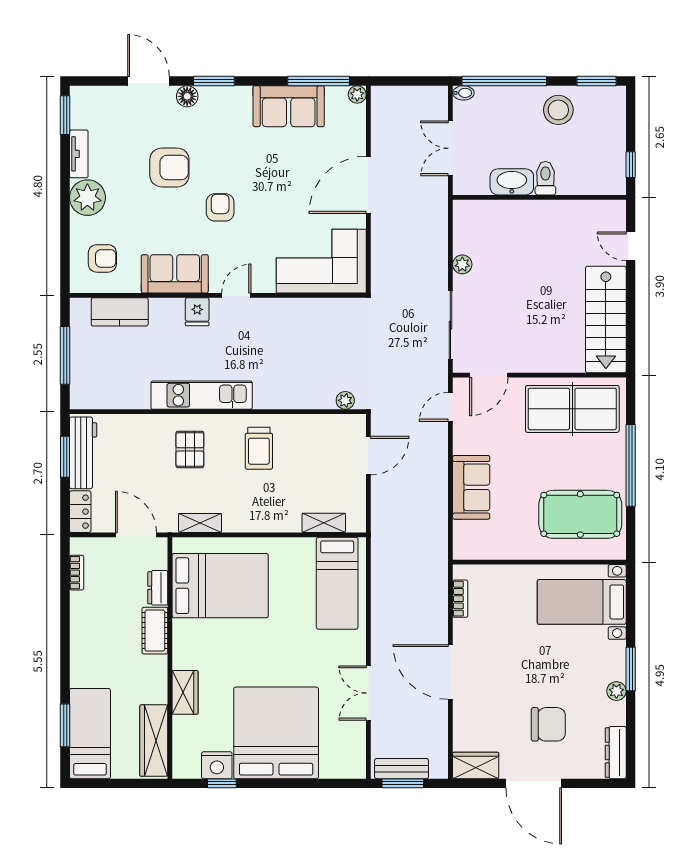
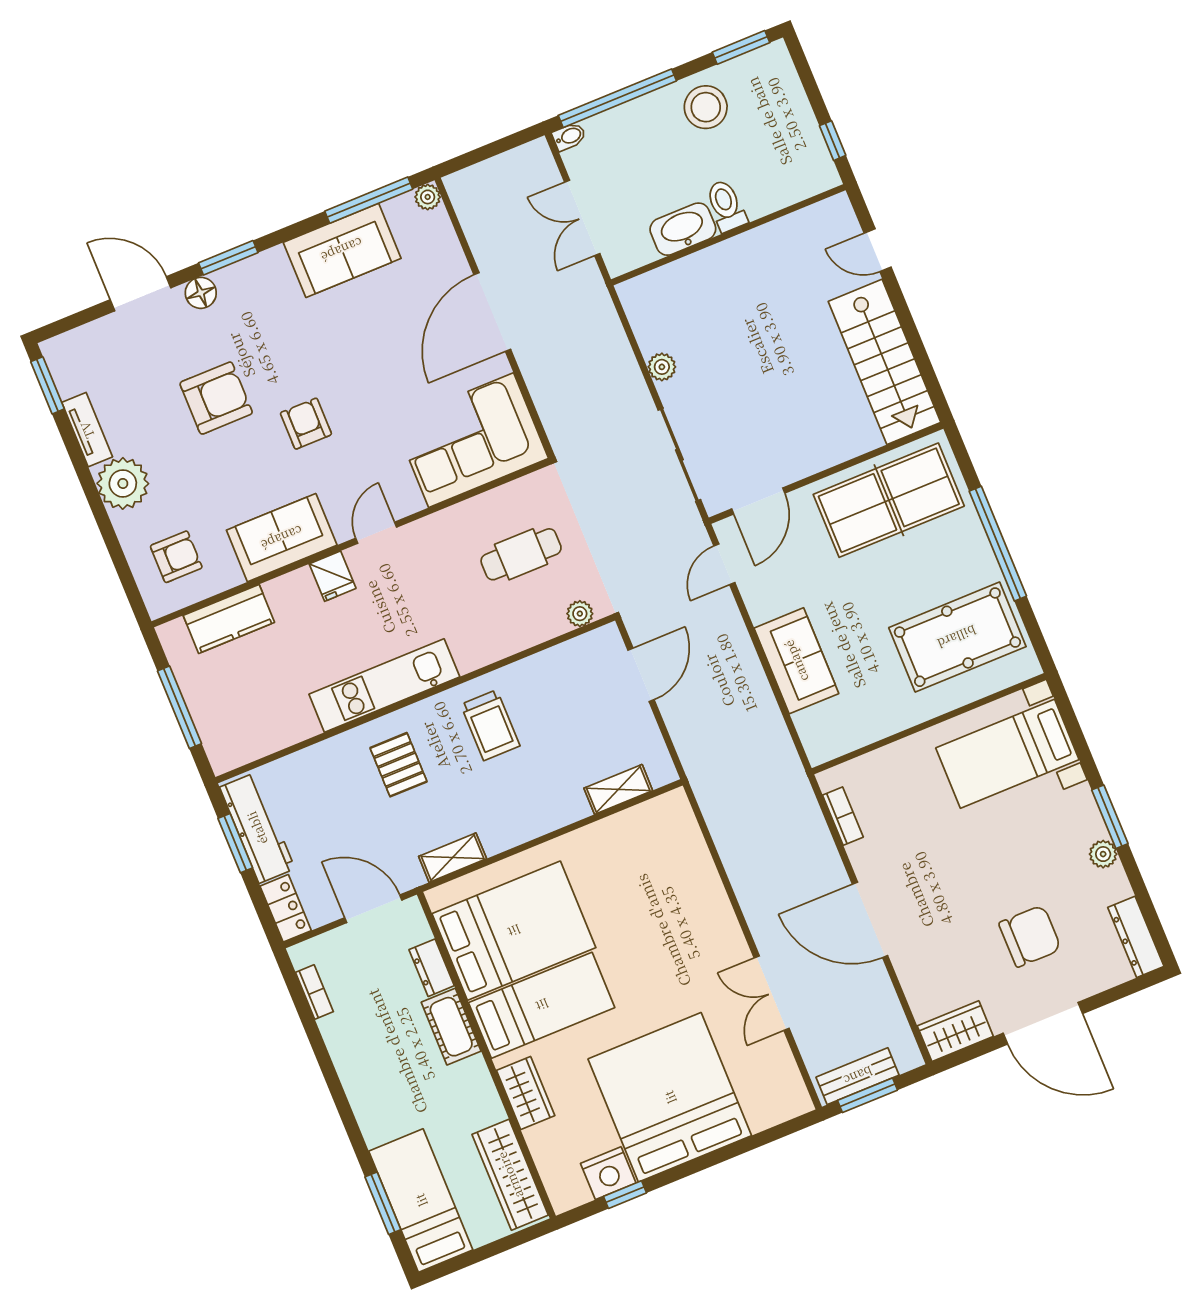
cafe table: (323, 347) -> (521, 554), added
bed: (337, 583) -> (542, 1005), moved, turned -90

